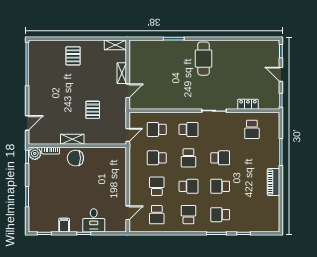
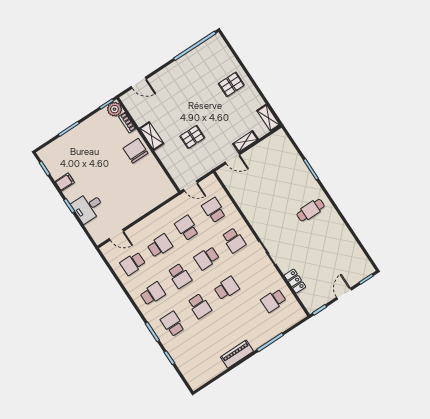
cafe table: (204, 59) -> (311, 210), width x0.73, depth x0.74
school desk: (220, 158) -> (227, 288), turned -90
school desk: (220, 186) -> (200, 306), turned 180

